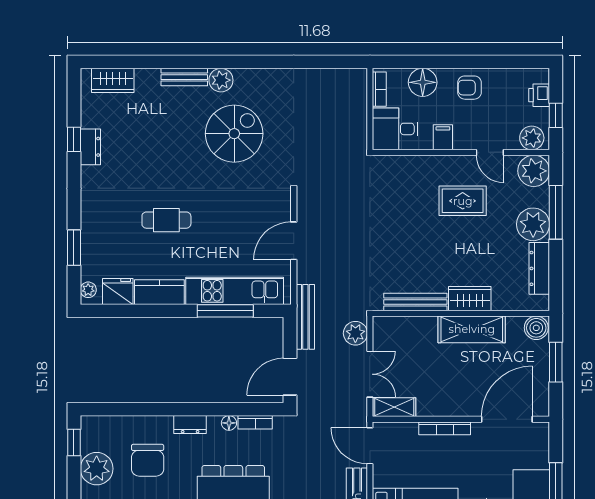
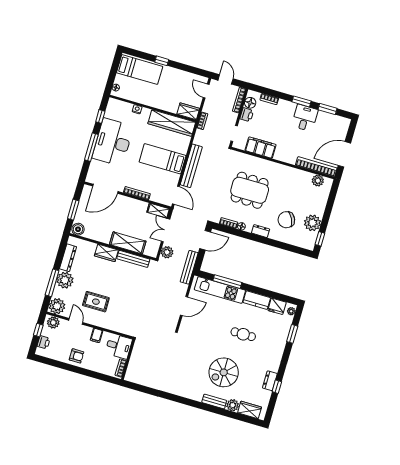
plant: (221, 80) -> (233, 405), moved
floor lamp: (423, 82) -> (99, 365), removed
spiral stairs: (234, 134) -> (224, 372), moved
shelving: (472, 329) -> (128, 243), moved
chair: (148, 460) -> (286, 220), turned -116

